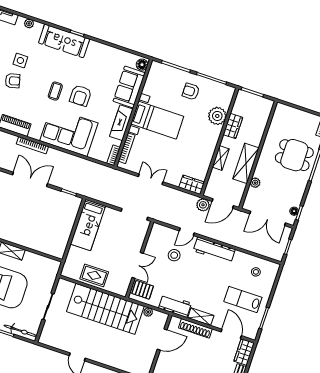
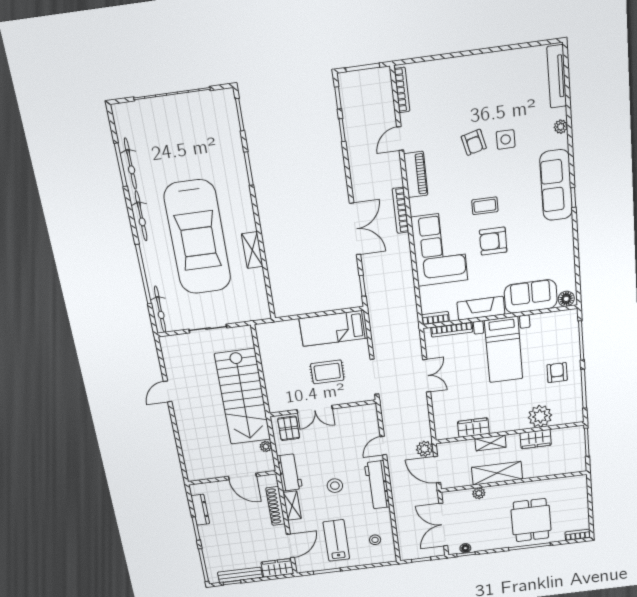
wardrobe: (192, 185) -> (473, 428), moved, turned -90
door: (187, 232) -> (383, 446), hinge flipped
stool: (174, 255) -> (335, 486), moved
rug: (94, 275) -> (327, 372), moved, turned 90

